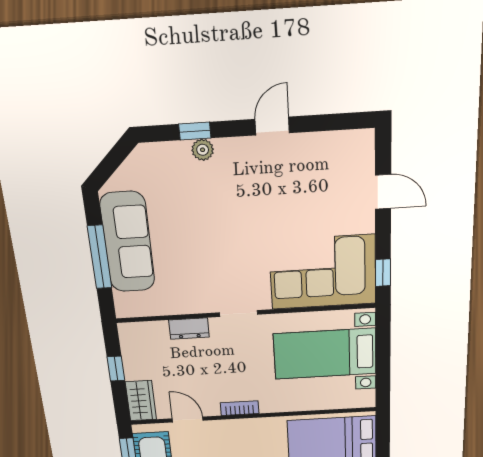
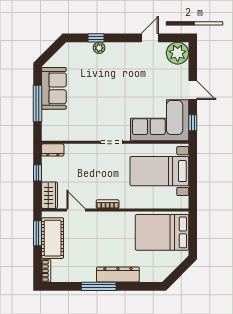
door: (272, 126) -> (150, 38), moved
plant: (354, 150) -> (178, 53), added
door: (383, 192) -> (193, 90), moved
sofa: (128, 242) -> (54, 88), width x0.73
dresser: (189, 329) -> (53, 150), moved

